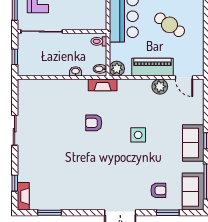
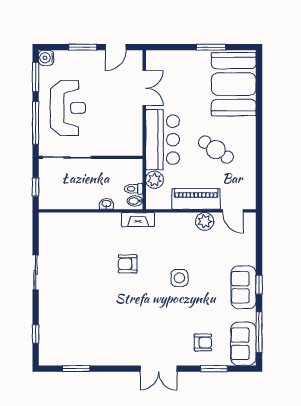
toilet: (99, 41) -> (134, 189), moved
plant: (117, 69) -> (155, 180), moved
fireplace: (23, 196) -> (46, 349), removed

